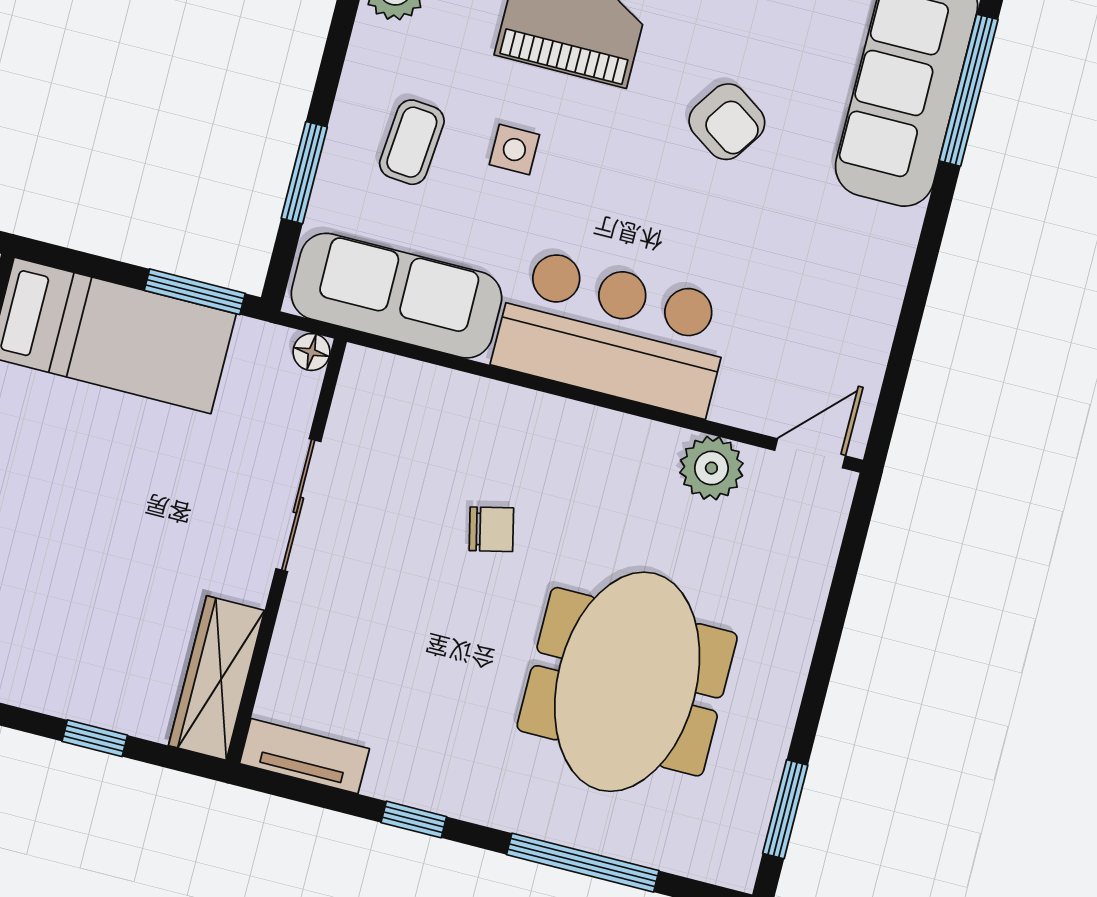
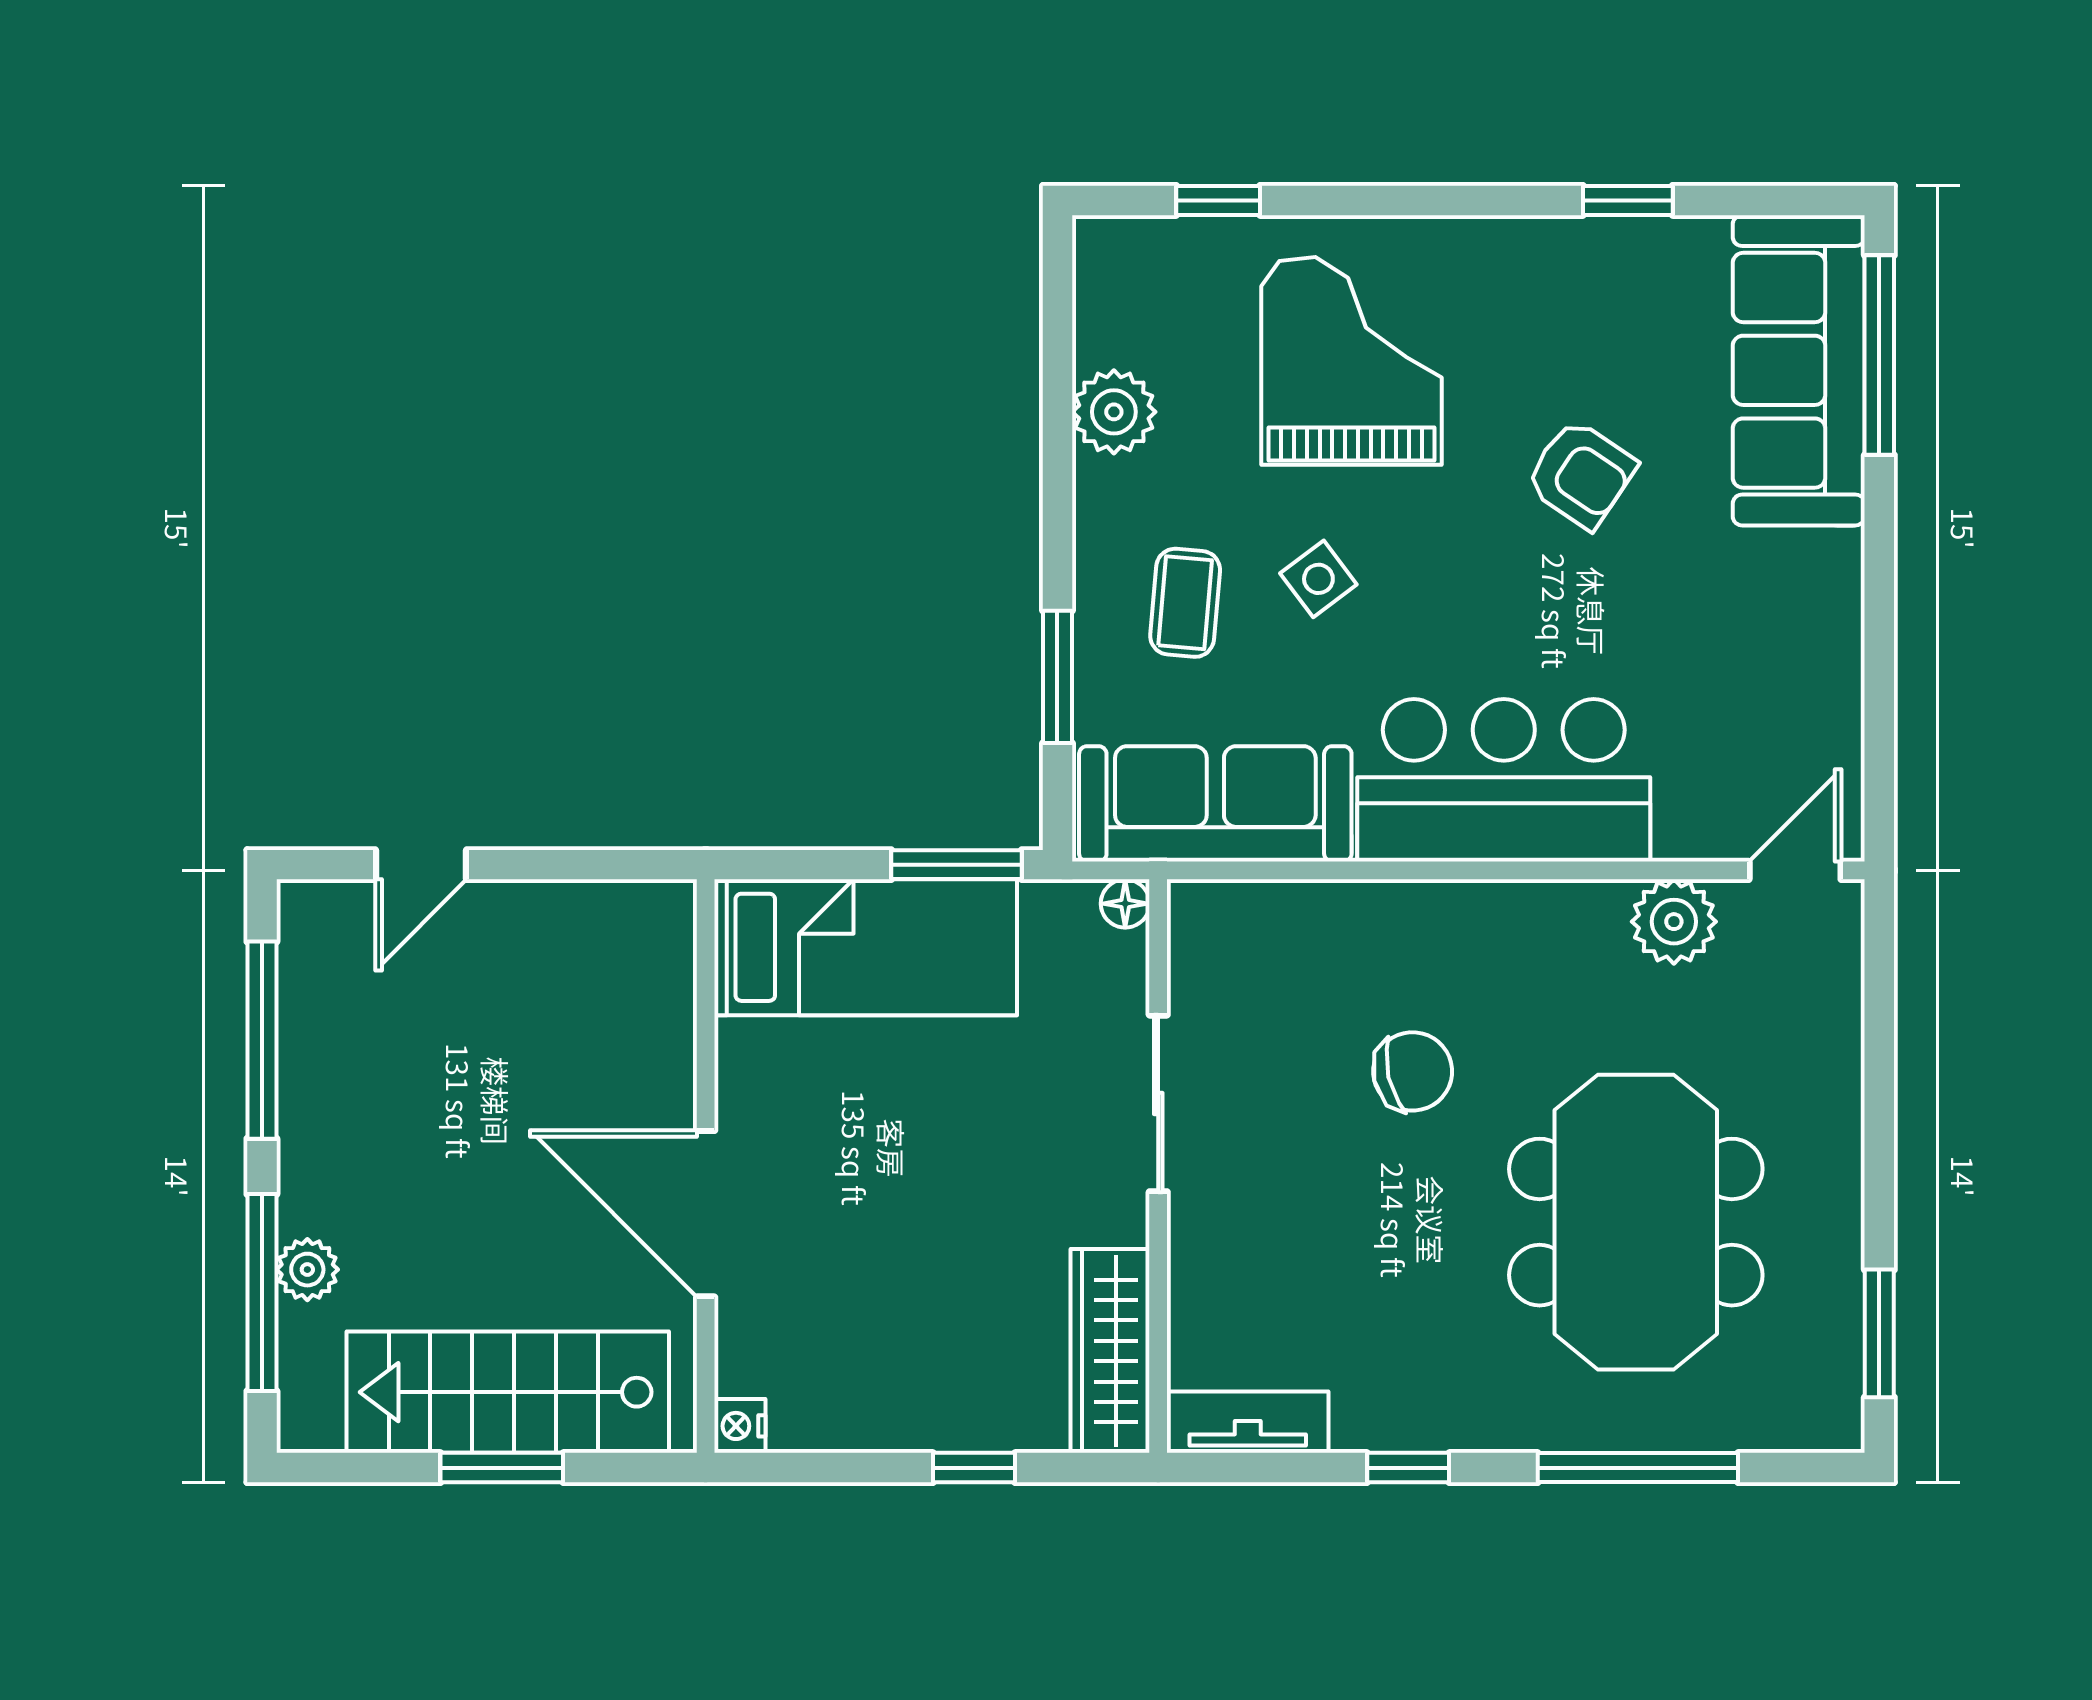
side table: (514, 150) -> (1318, 579), turned -37
chair: (491, 529) -> (1413, 1071), width x1.37, depth x1.37

